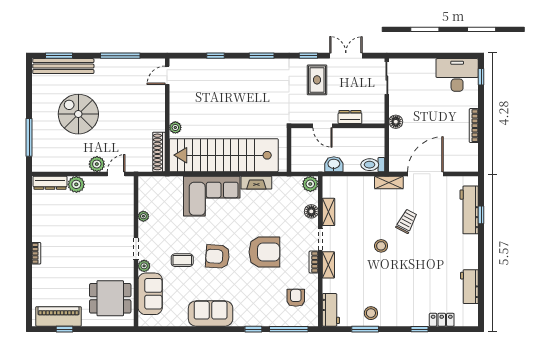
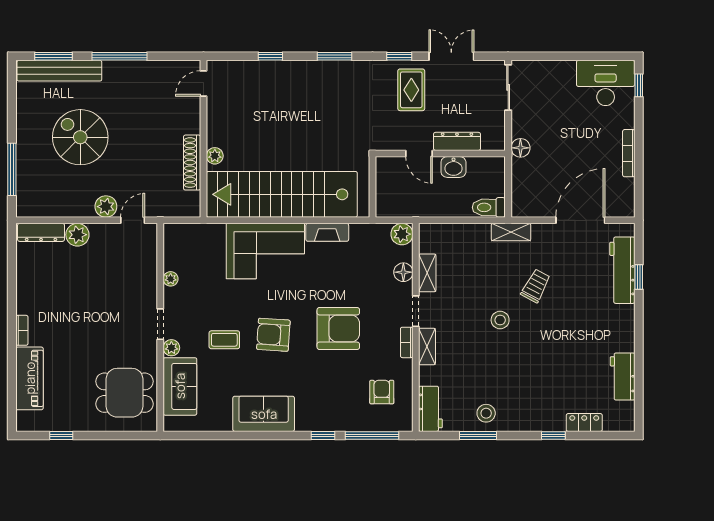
window: (120, 56) -> (119, 56), moved
dresser: (350, 117) -> (457, 141), width x1.44
shoe rack: (159, 152) -> (192, 163), moved
washbasin: (334, 164) -> (453, 167), moved, turned 180
door: (425, 174) -> (580, 220), moved
piano: (58, 316) -> (30, 378), moved, turned 90

